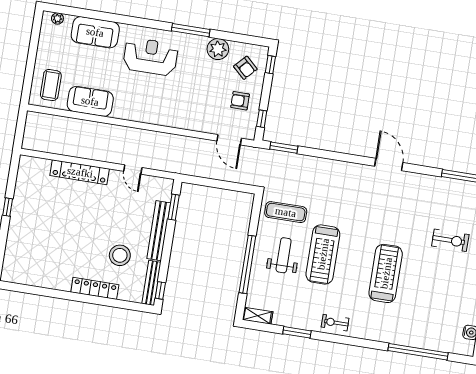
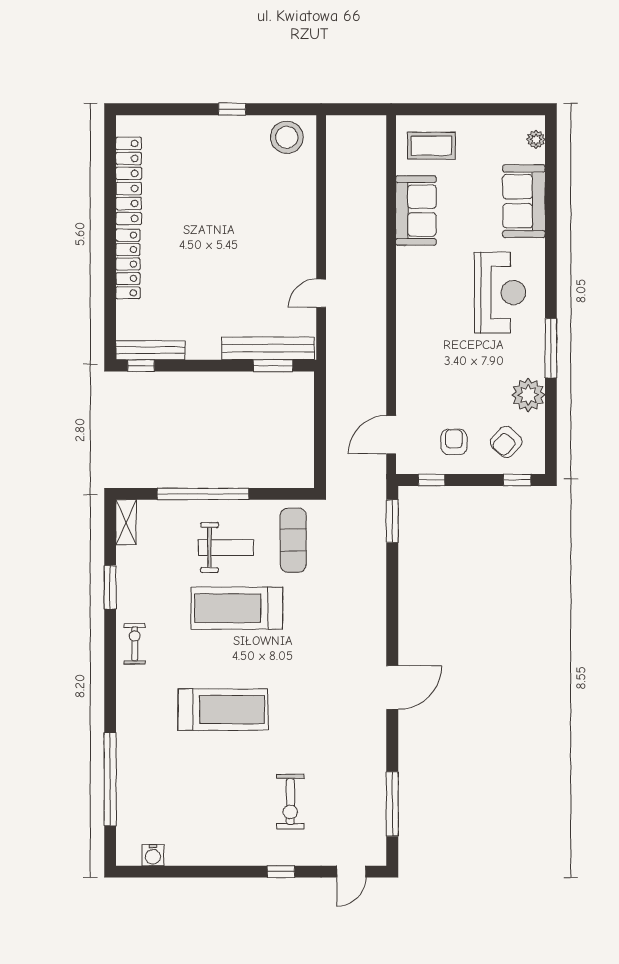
locker: (80, 172) -> (129, 181), moved, turned 180
bench: (159, 231) -> (268, 348), moved
stool: (120, 255) -> (287, 137), moved

